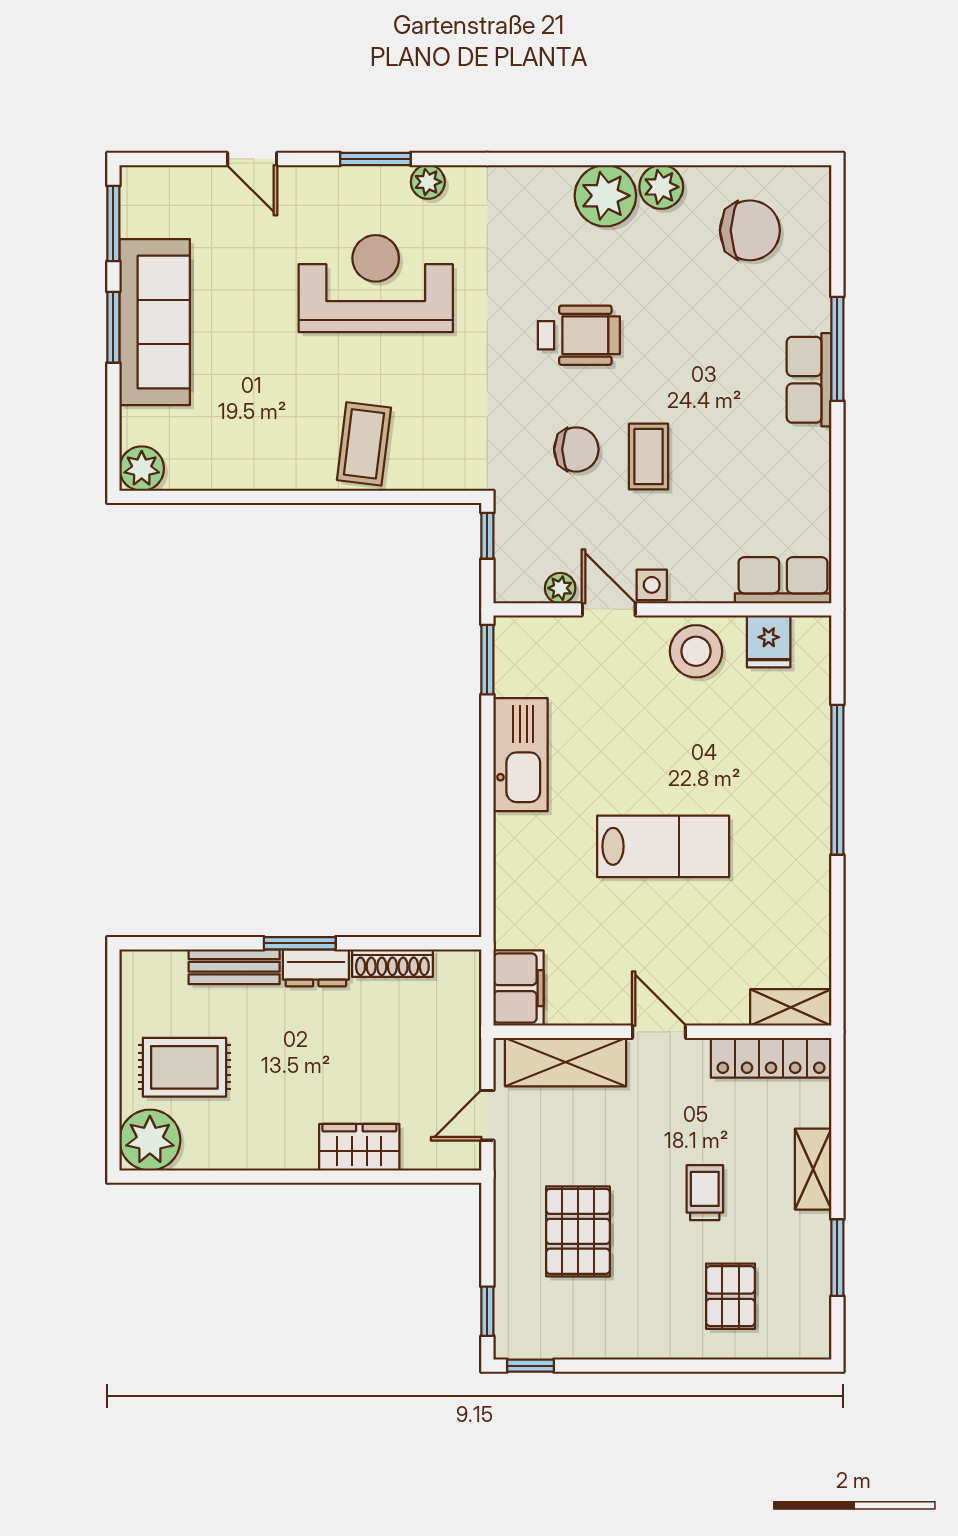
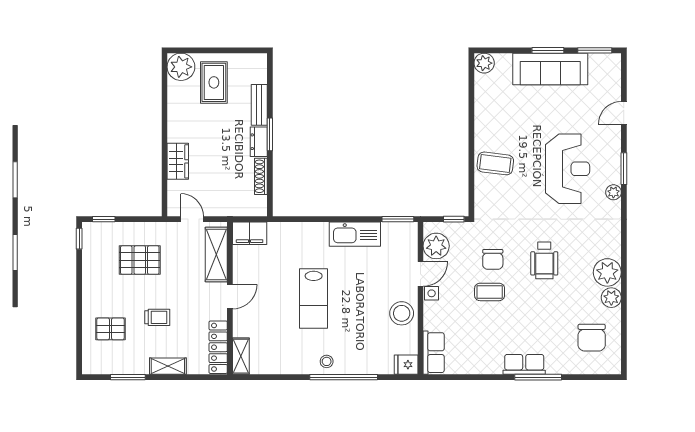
plant: (560, 588) -> (436, 246), width x1.88, depth x1.88
fridge: (769, 641) -> (406, 365), moved
stool: (803, 818) -> (327, 361), added

